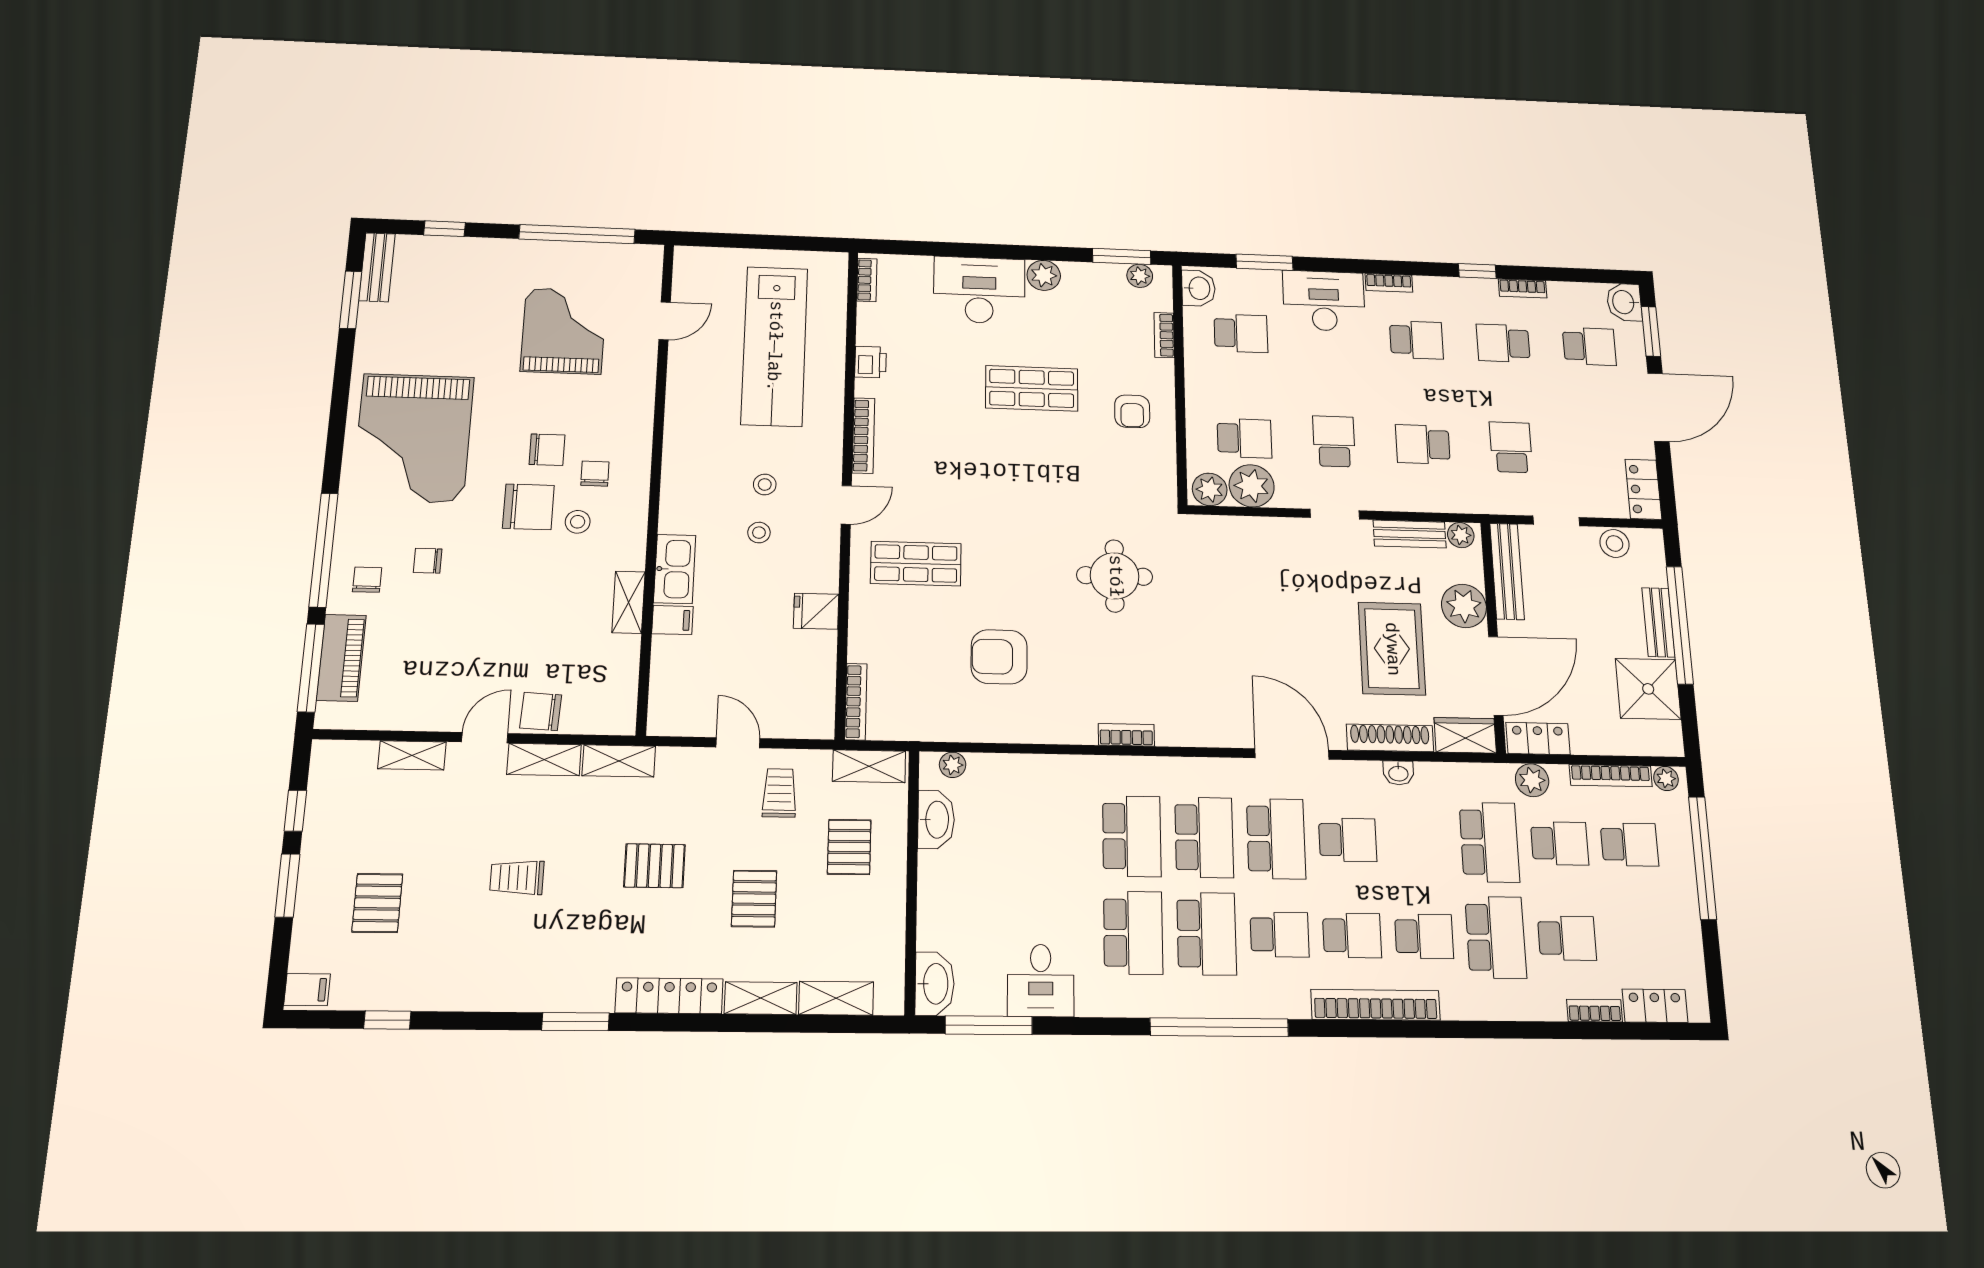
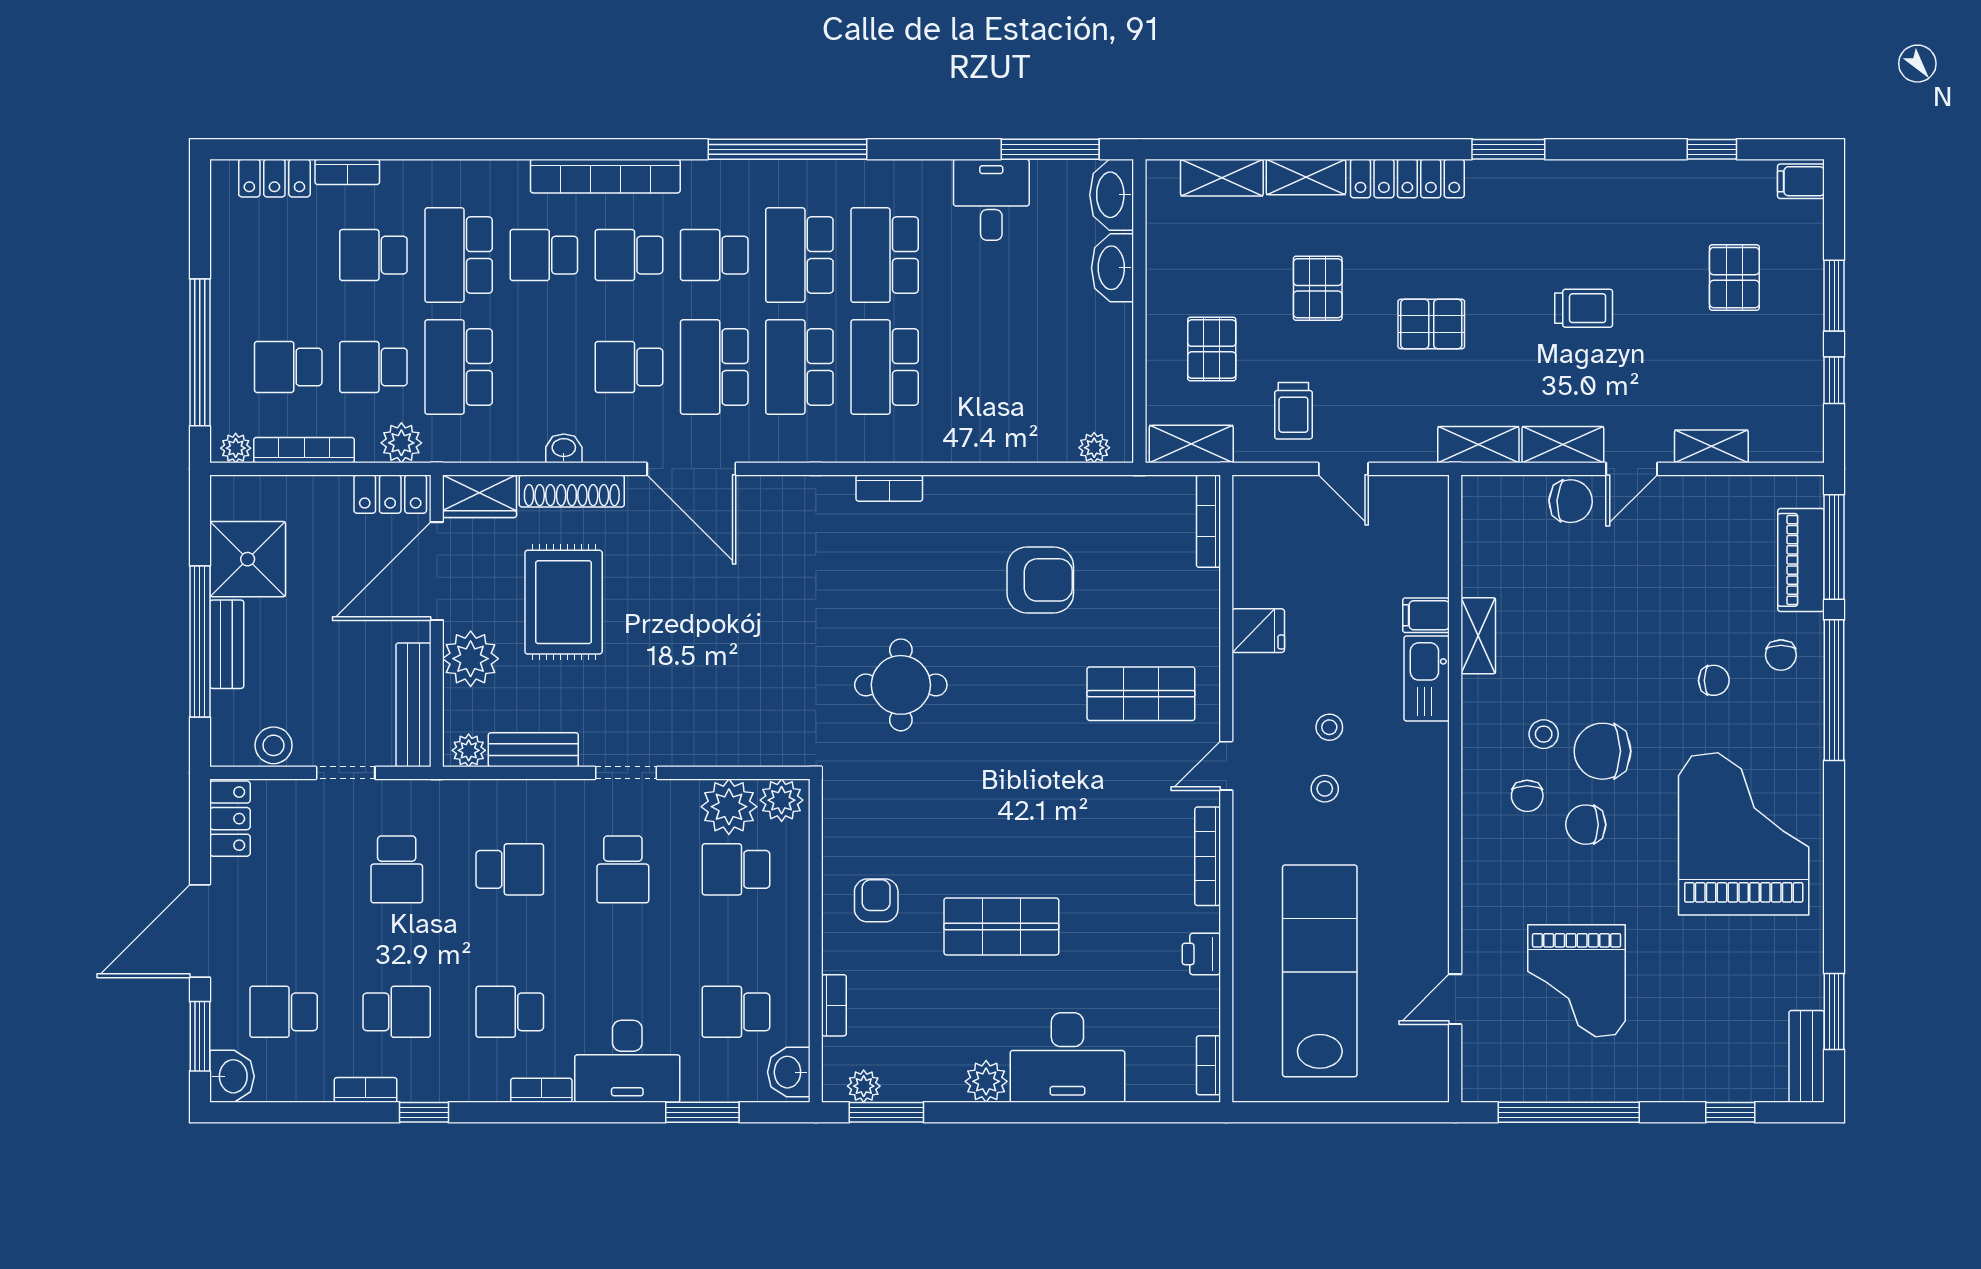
washbasin: (936, 820) -> (1113, 268), moved

